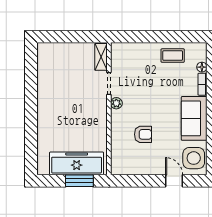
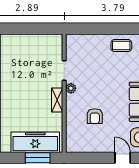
shelving: (101, 57) -> (57, 100), moved
armchair: (143, 134) -> (95, 116), turned 90

